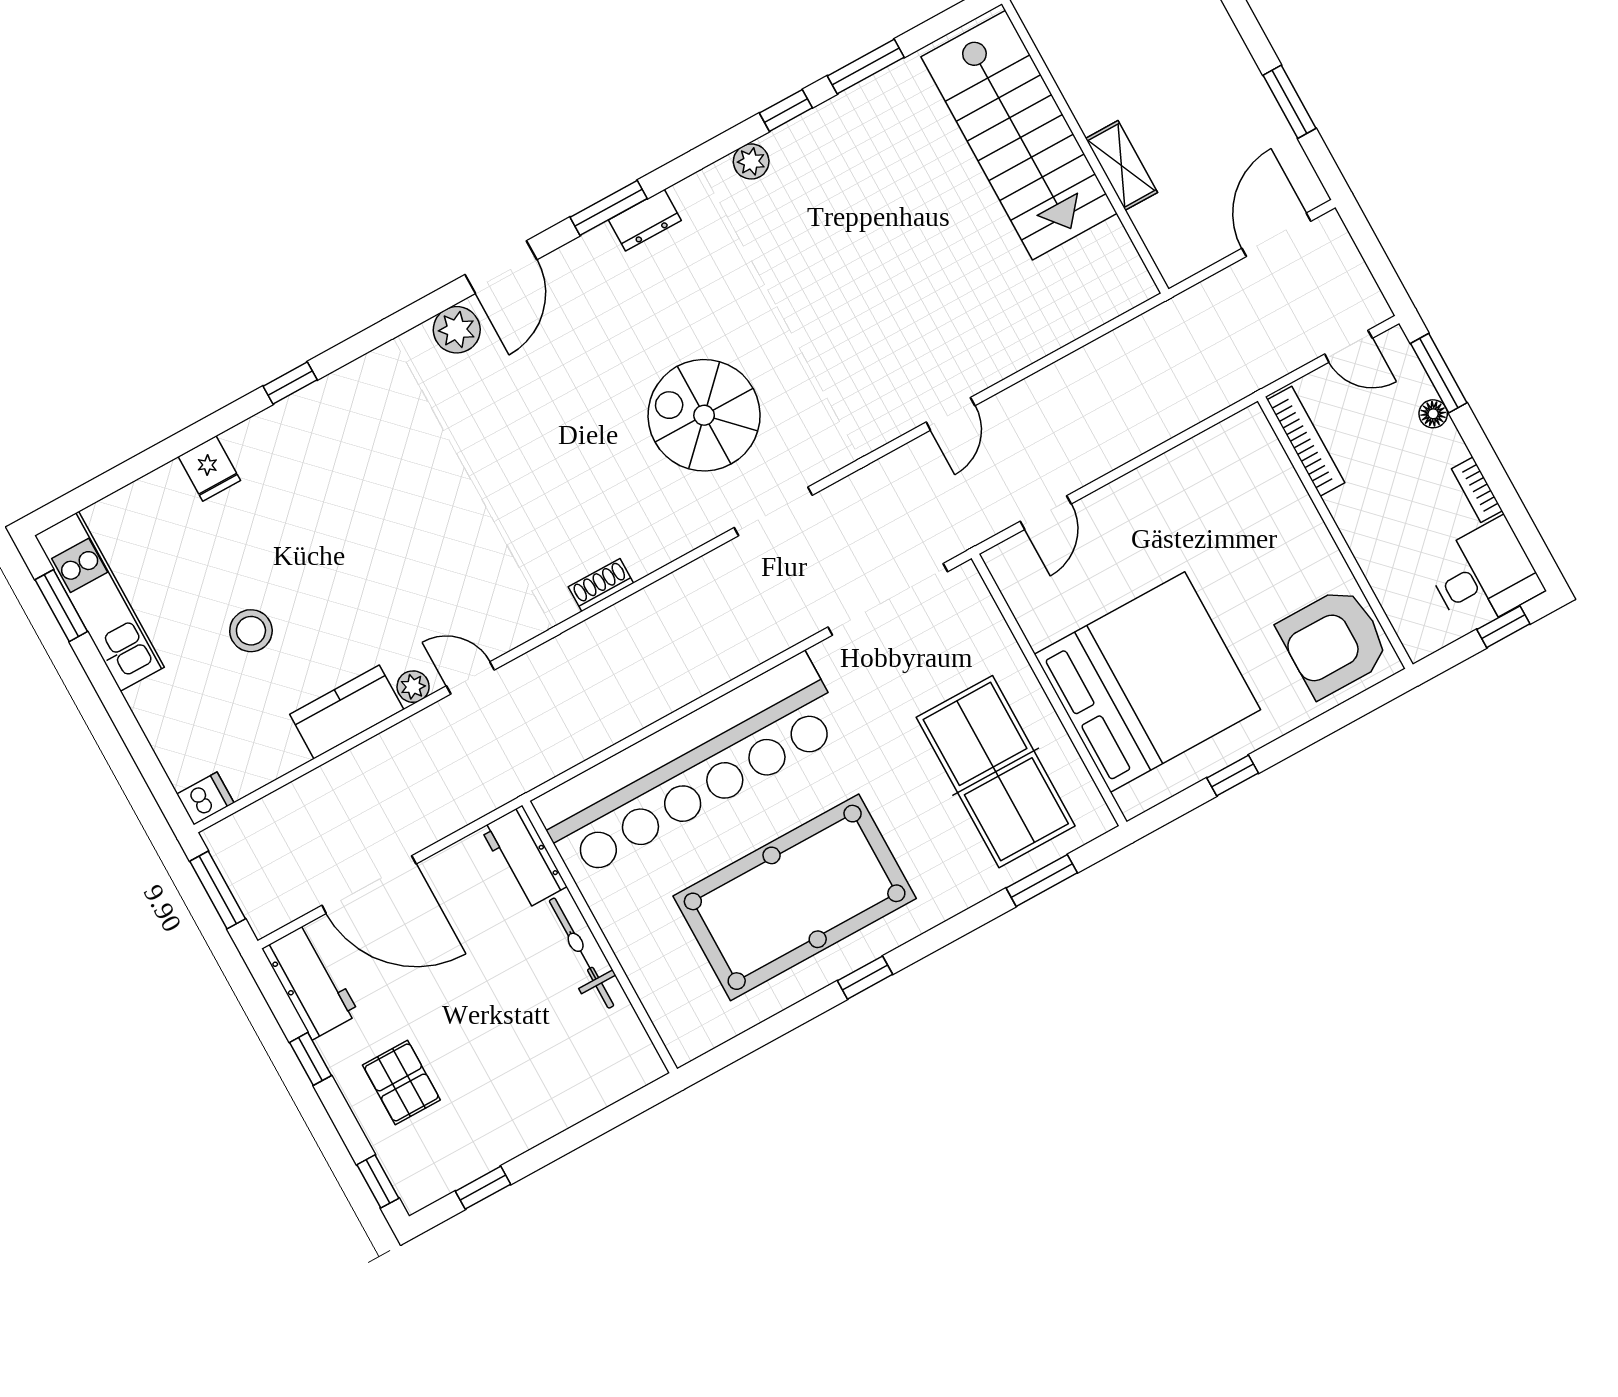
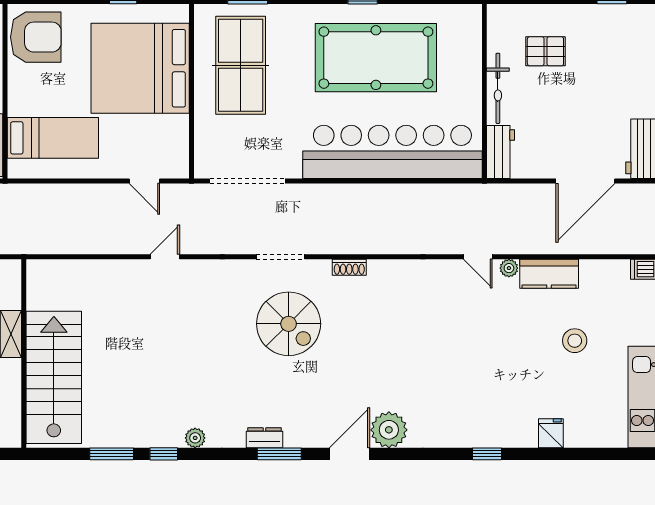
plant: (457, 330) -> (389, 430), width x1.36, depth x1.36
bed: (1223, 502) -> (53, 138), added
door: (1046, 513) -> (144, 181), swing flipped
shoe rack: (601, 585) -> (349, 267), moved
door: (369, 885) -> (585, 181), swing flipped
pallet: (401, 1082) -> (545, 51), moved, turned 90

